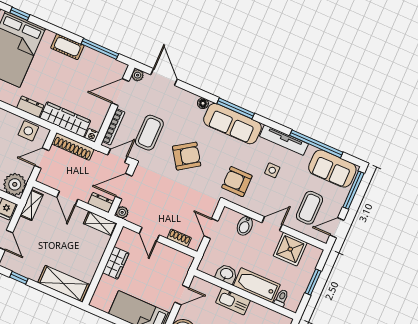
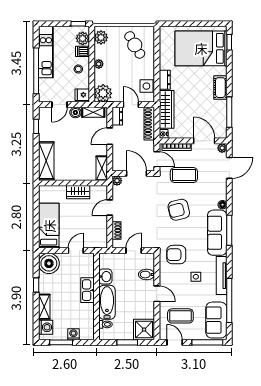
armchair: (187, 156) -> (179, 210), turned 110
armchair: (237, 182) -> (176, 255), turned -90
dresser: (101, 203) -> (117, 116), moved
boiler: (23, 226) -> (75, 113), added
shower: (290, 249) -> (144, 330), moved
door: (182, 295) -> (76, 251), swing flipped

